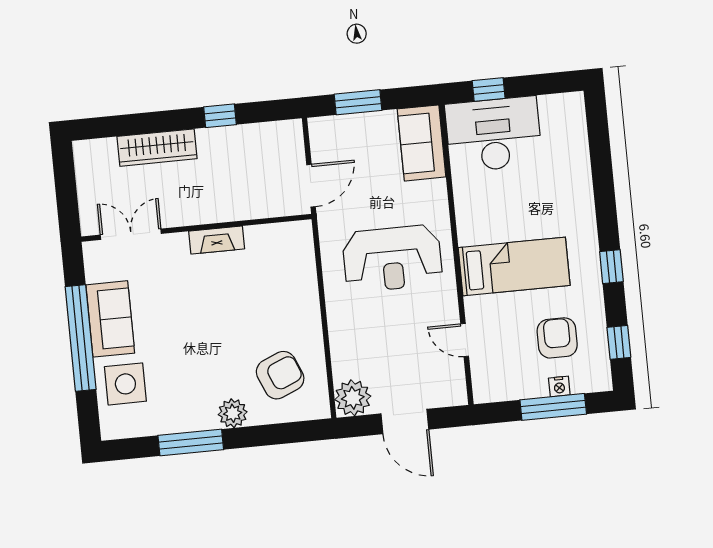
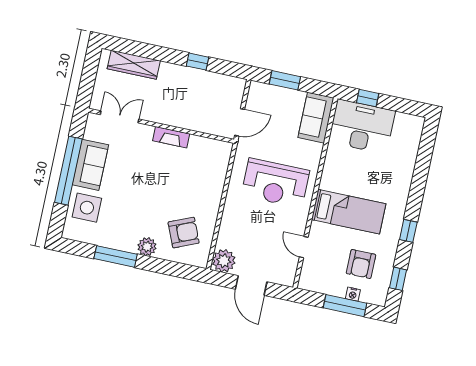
wardrobe: (157, 148) -> (134, 65), moved
armchair: (557, 338) -> (361, 264), turned 180

